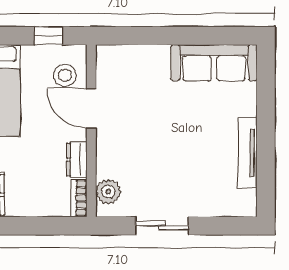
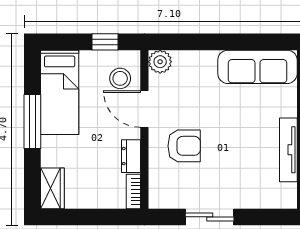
armchair: (134, 148) -> (184, 146), added
plant: (108, 192) -> (160, 62), moved

